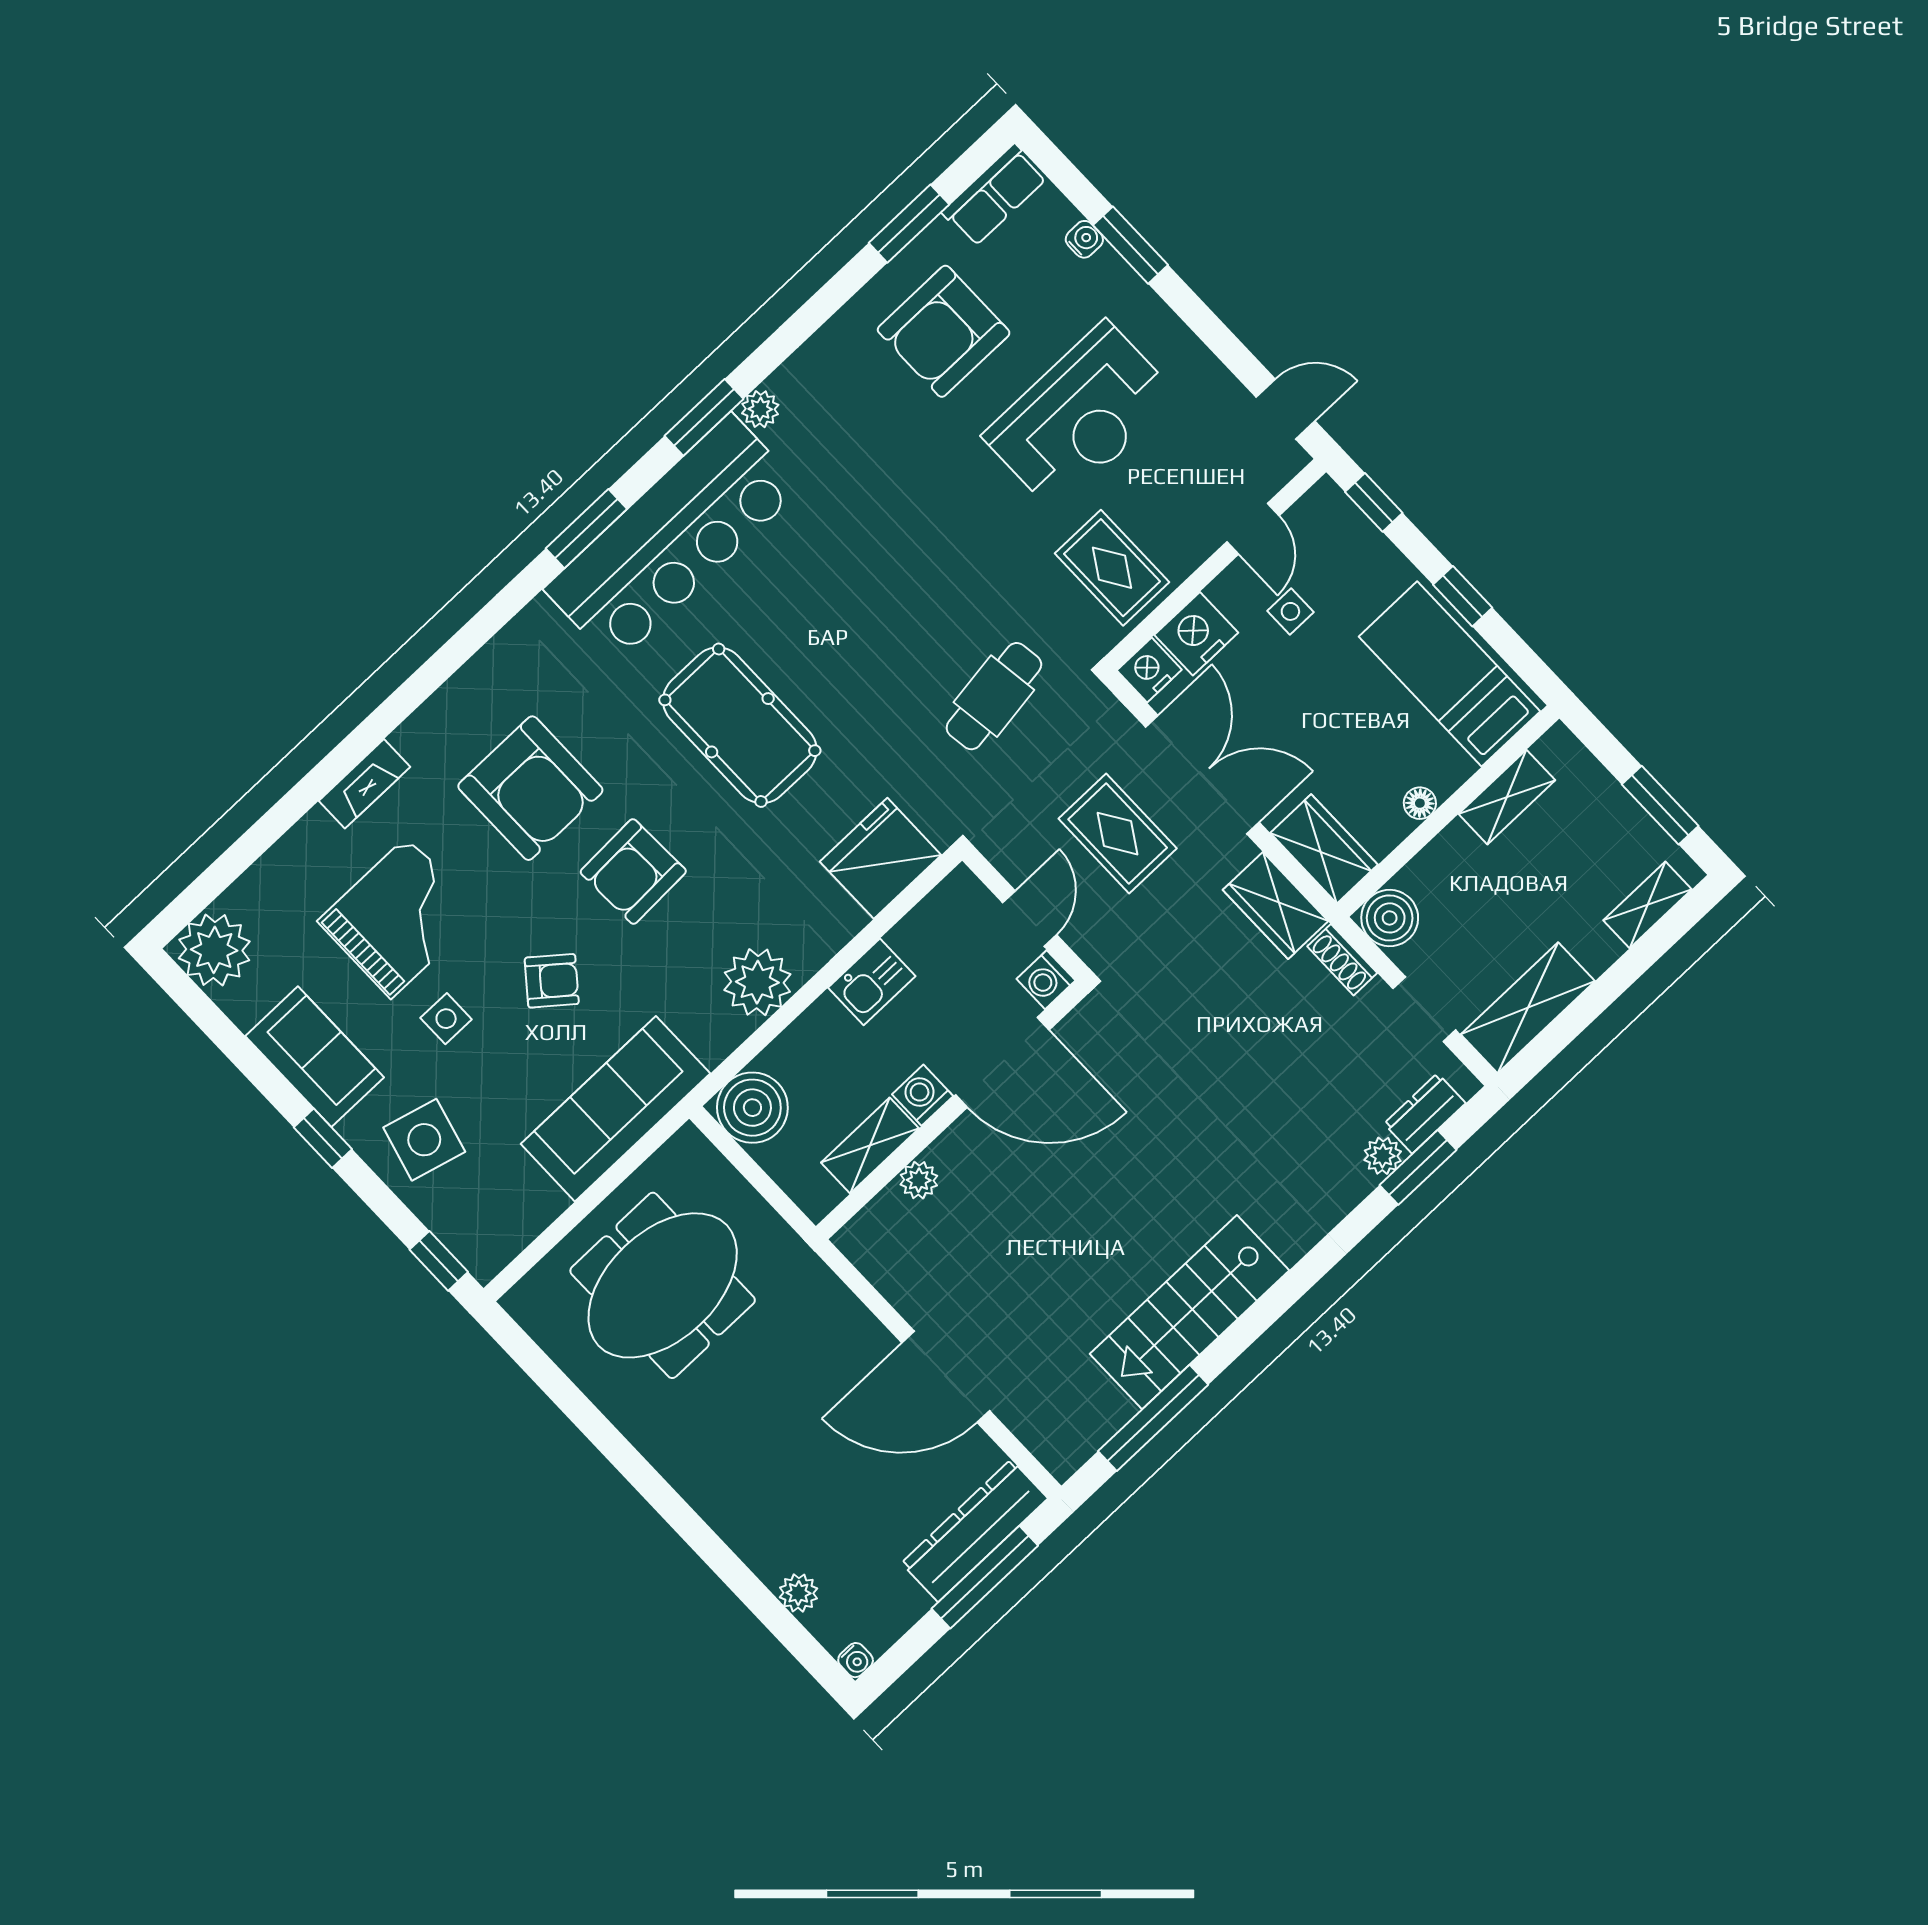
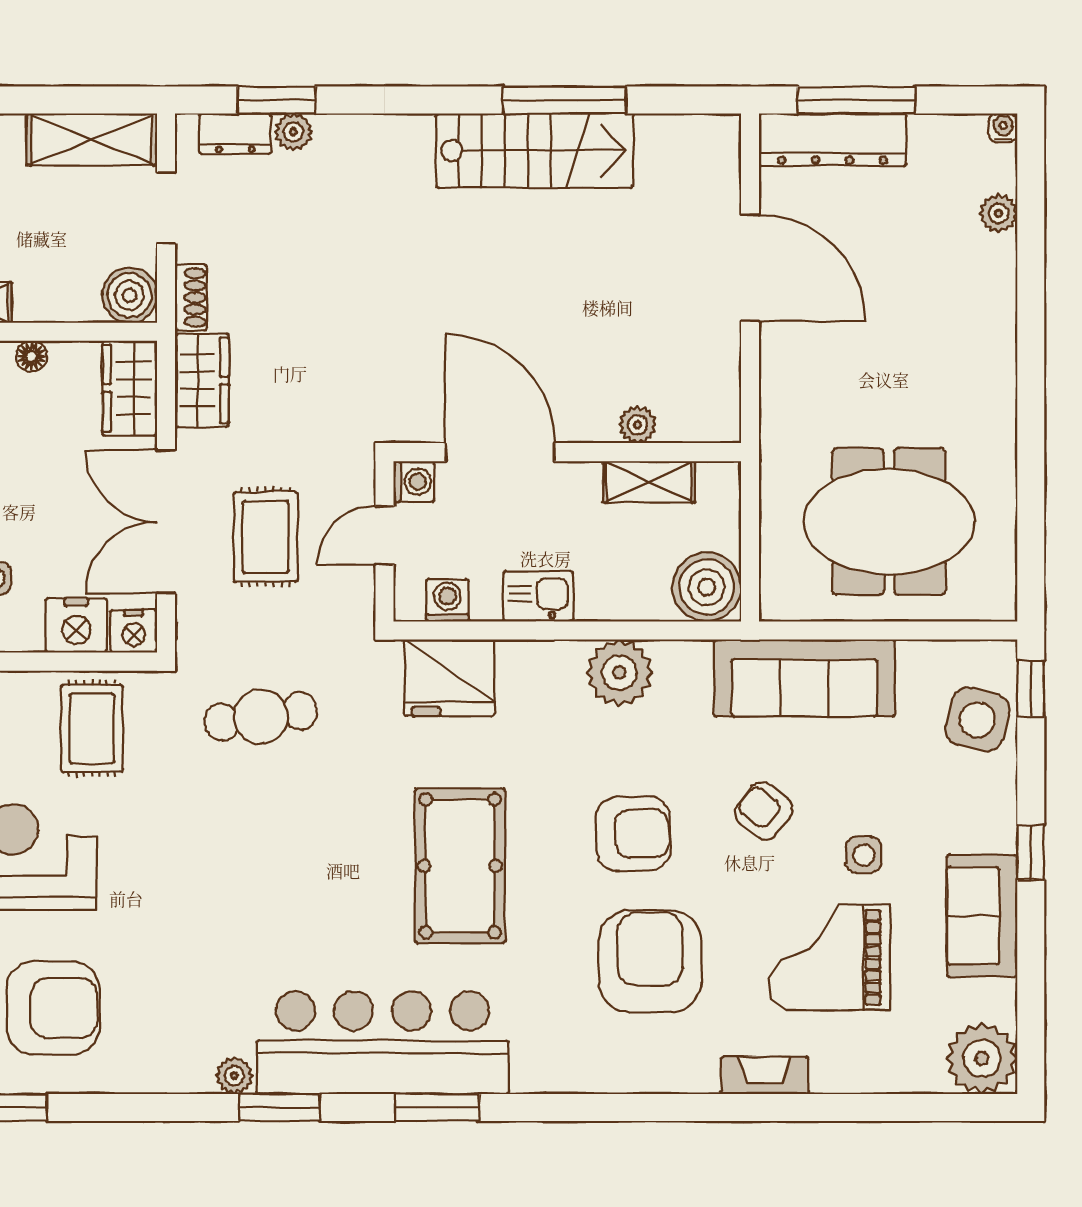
washing machine: (923, 1095) -> (448, 600), moved, turned 180
side table: (424, 1140) -> (977, 720), moved
window: (1153, 1418) -> (565, 100), moved

